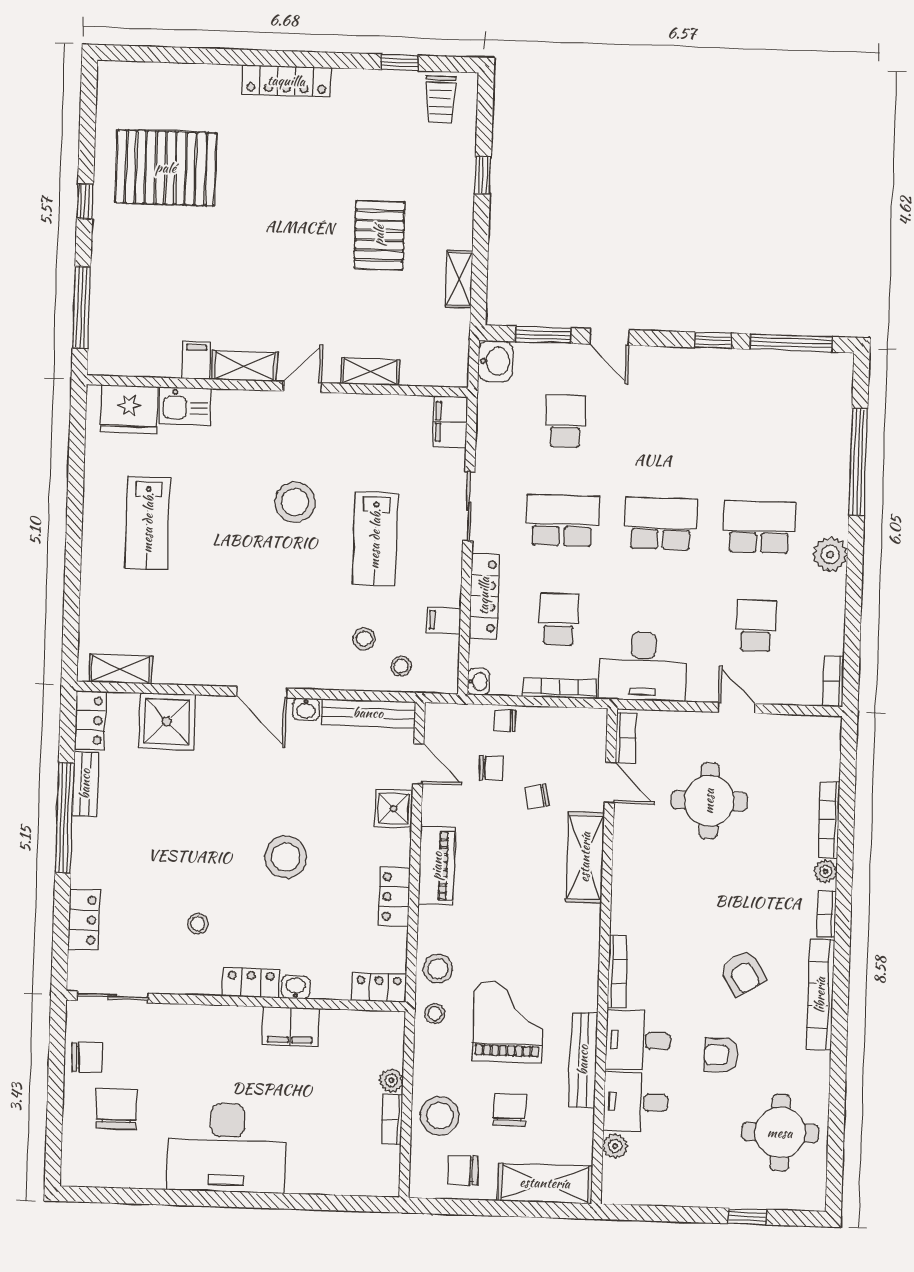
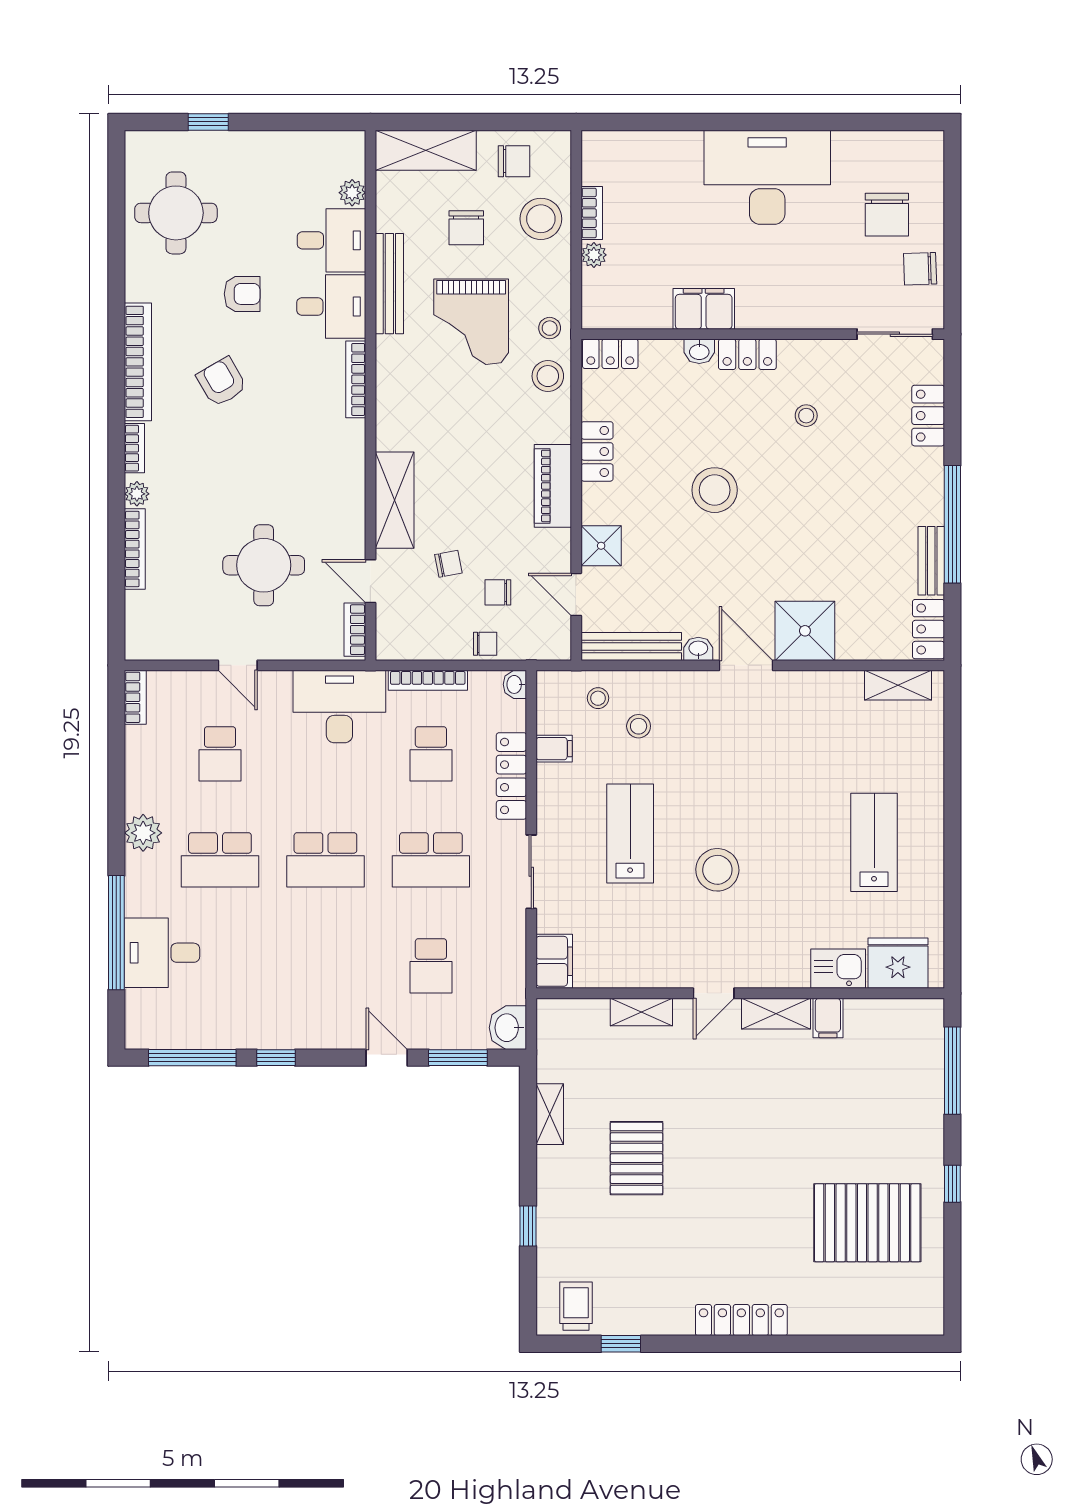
desk: (816, 442) -> (162, 953), added
shower: (167, 721) -> (805, 631), moved

